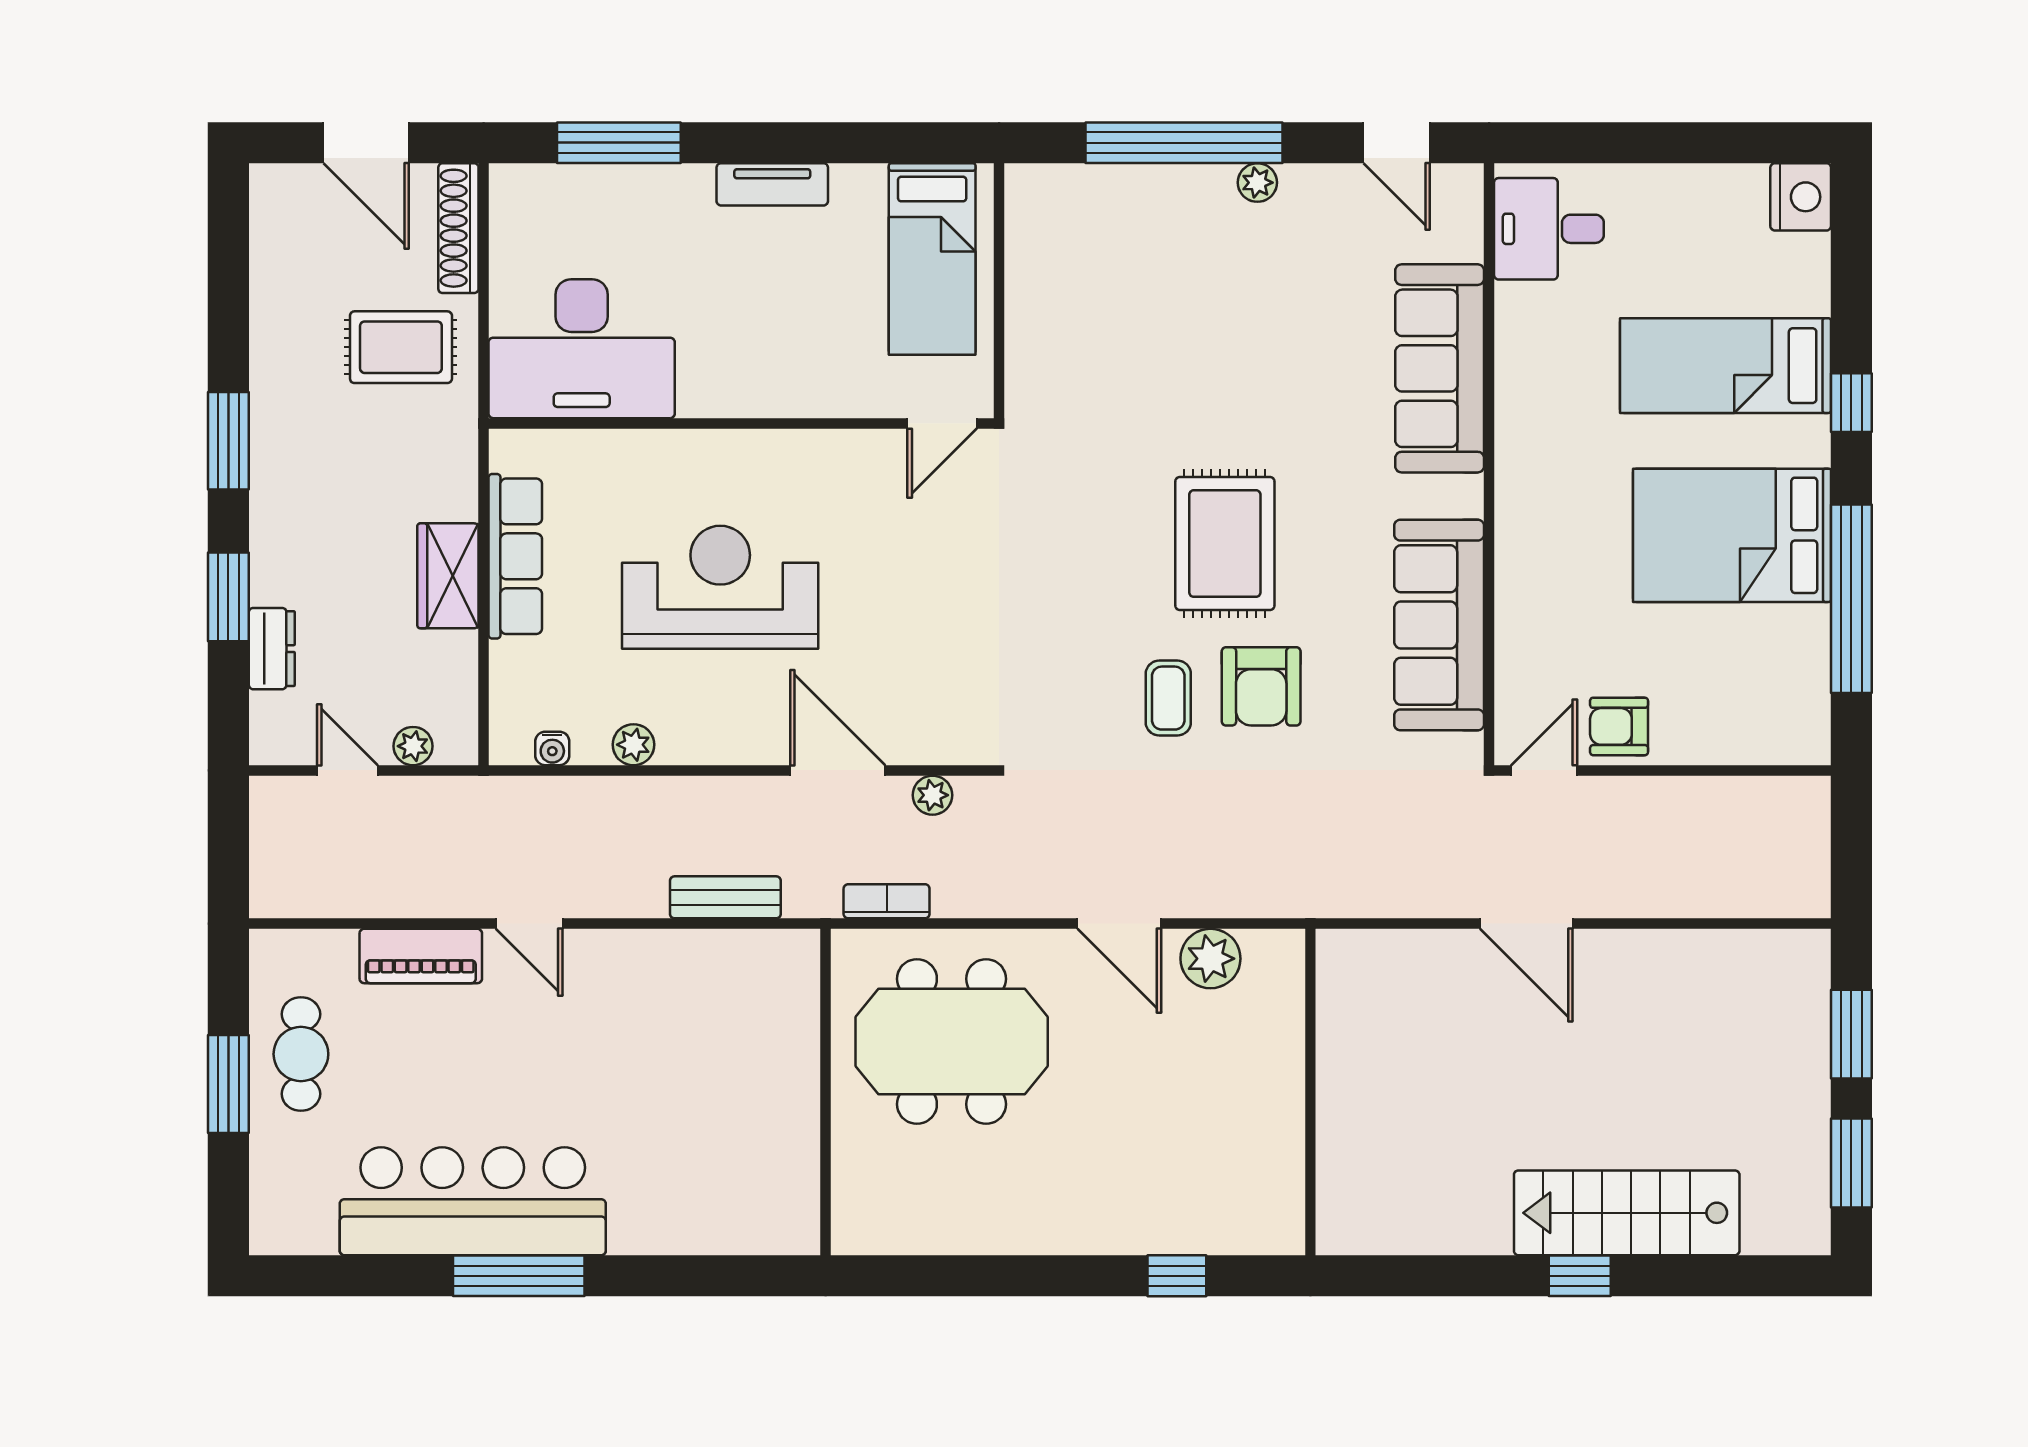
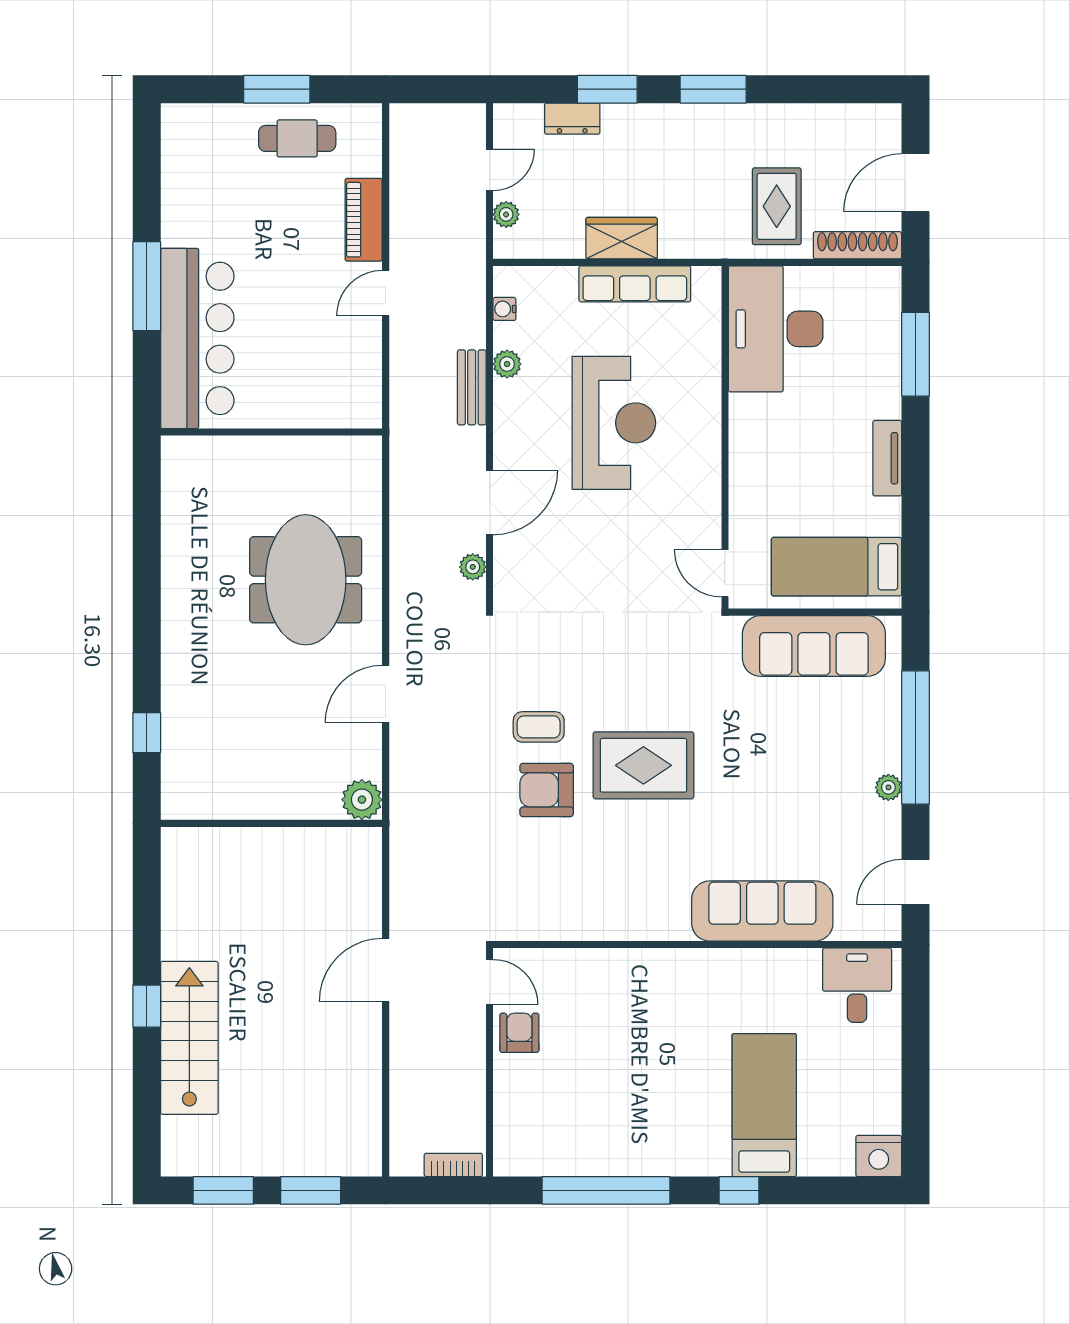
bed: (1732, 535) -> (649, 1109), removed
sofa: (1439, 625) -> (814, 646), moved, turned 180
bench: (725, 897) -> (472, 387), moved
bookcase: (887, 901) -> (453, 1165), moved, turned -90
plant: (1210, 959) -> (362, 800), moved
wall: (826, 1092) -> (271, 432), moved
bar counter: (473, 1201) -> (197, 338), moved

